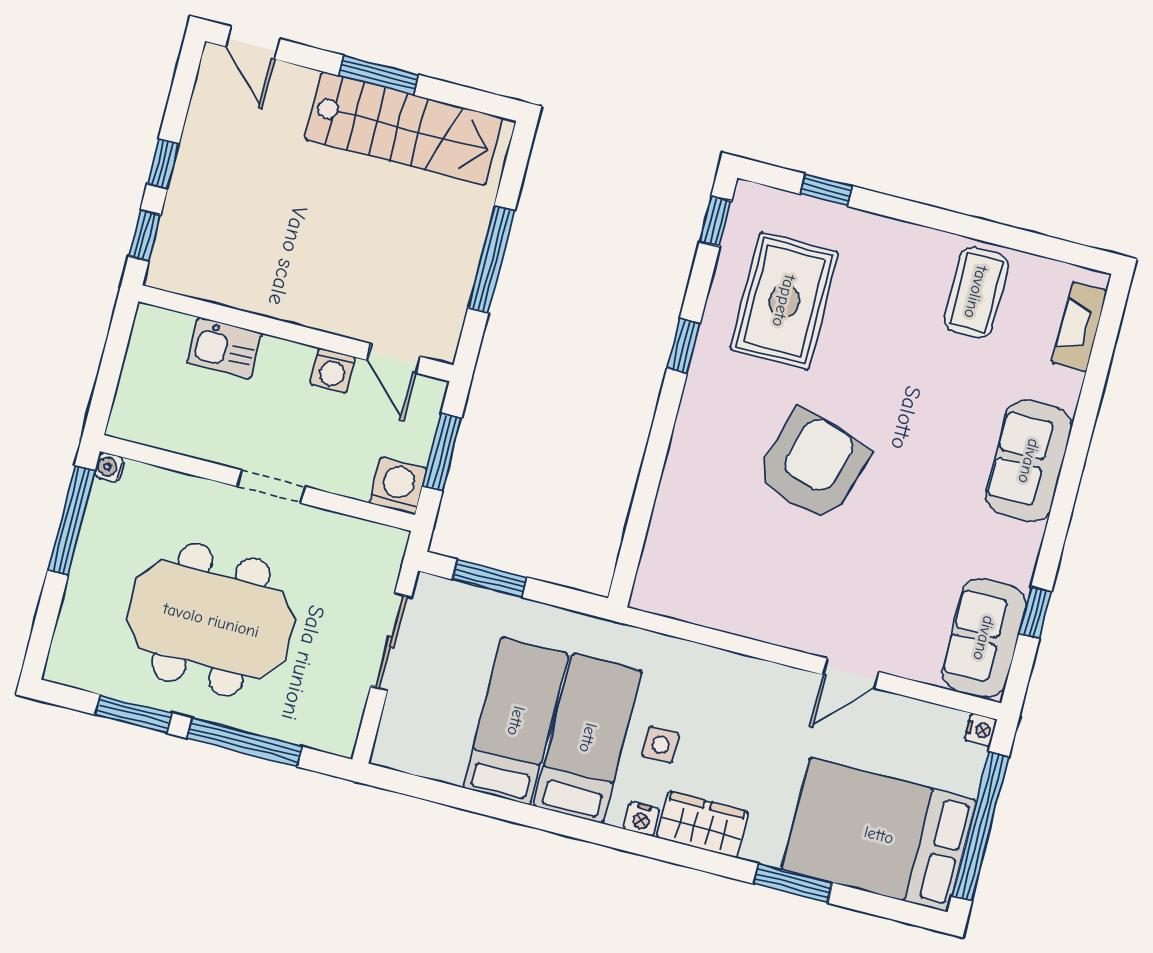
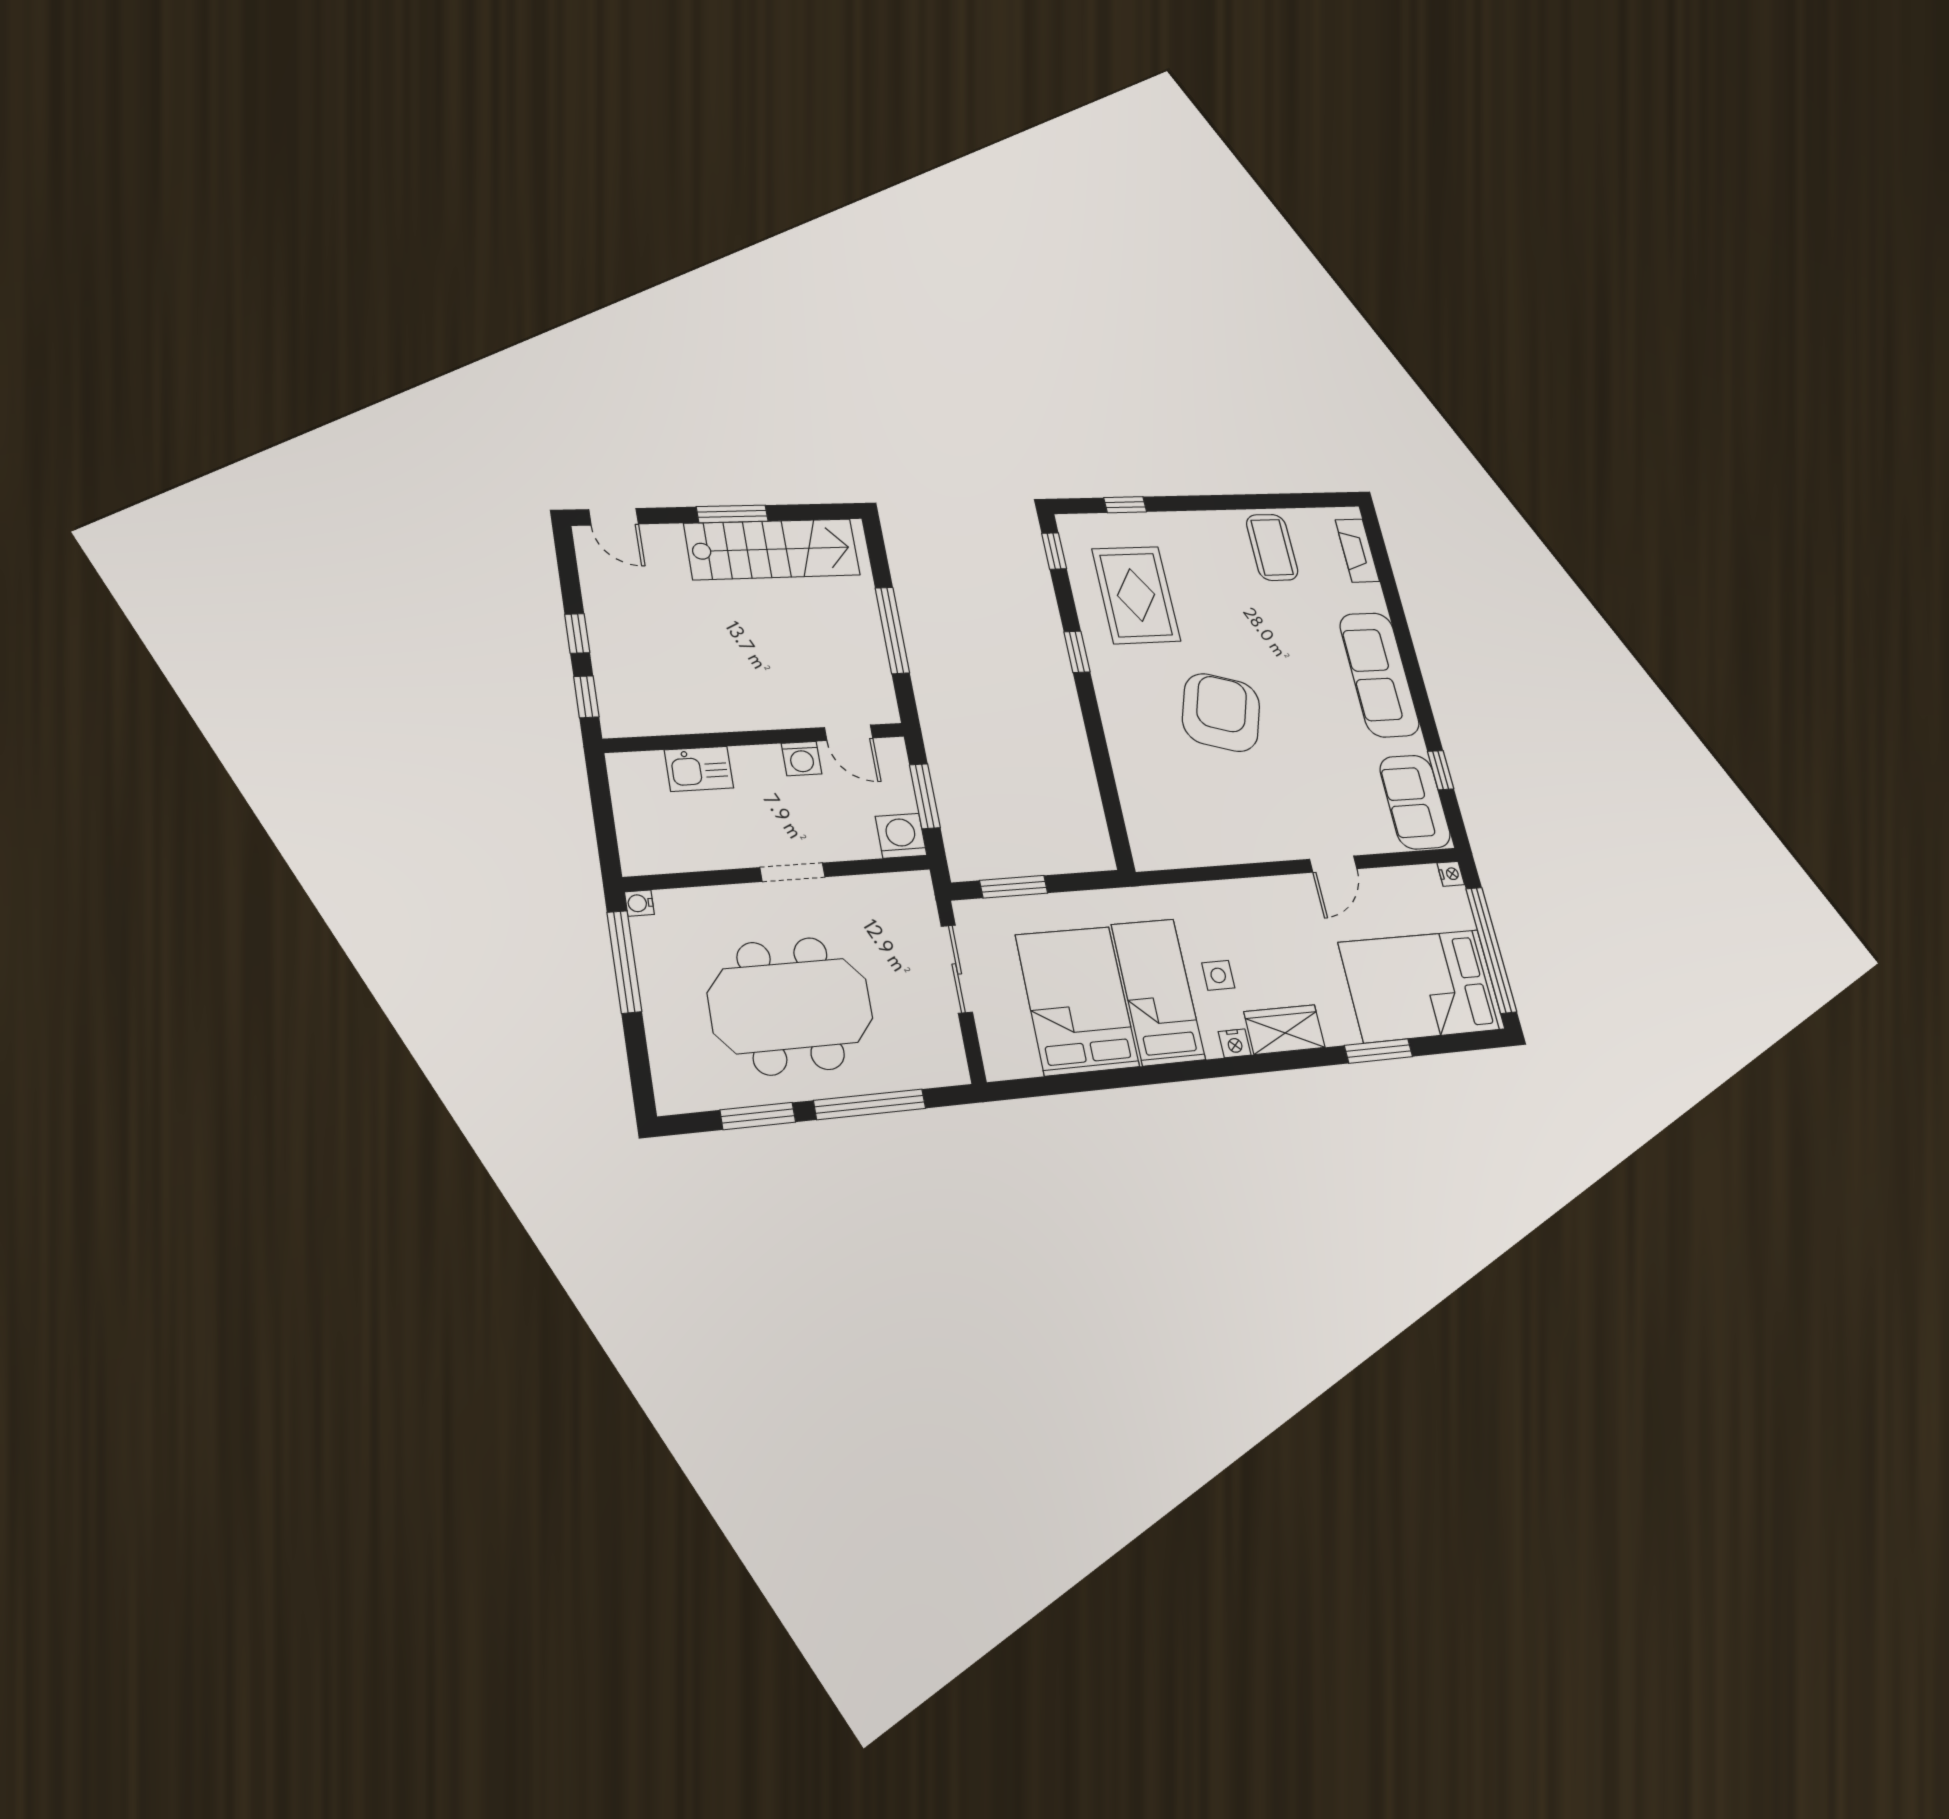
sofa: (1029, 461) -> (1379, 674), width x1.36
bed: (516, 721) -> (1077, 1000), width x1.50

